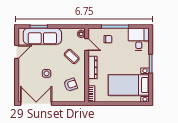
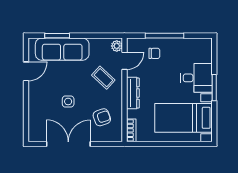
desk: (139, 39) -> (197, 78), moved, turned 90
door: (87, 45) -> (124, 61), hinge flipped
double door: (36, 104) -> (68, 144), moved

